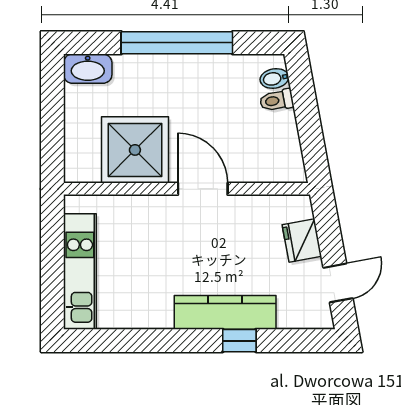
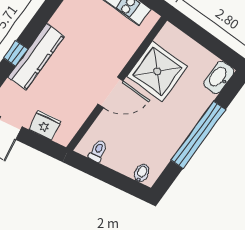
toilet: (277, 100) -> (98, 151), moved

